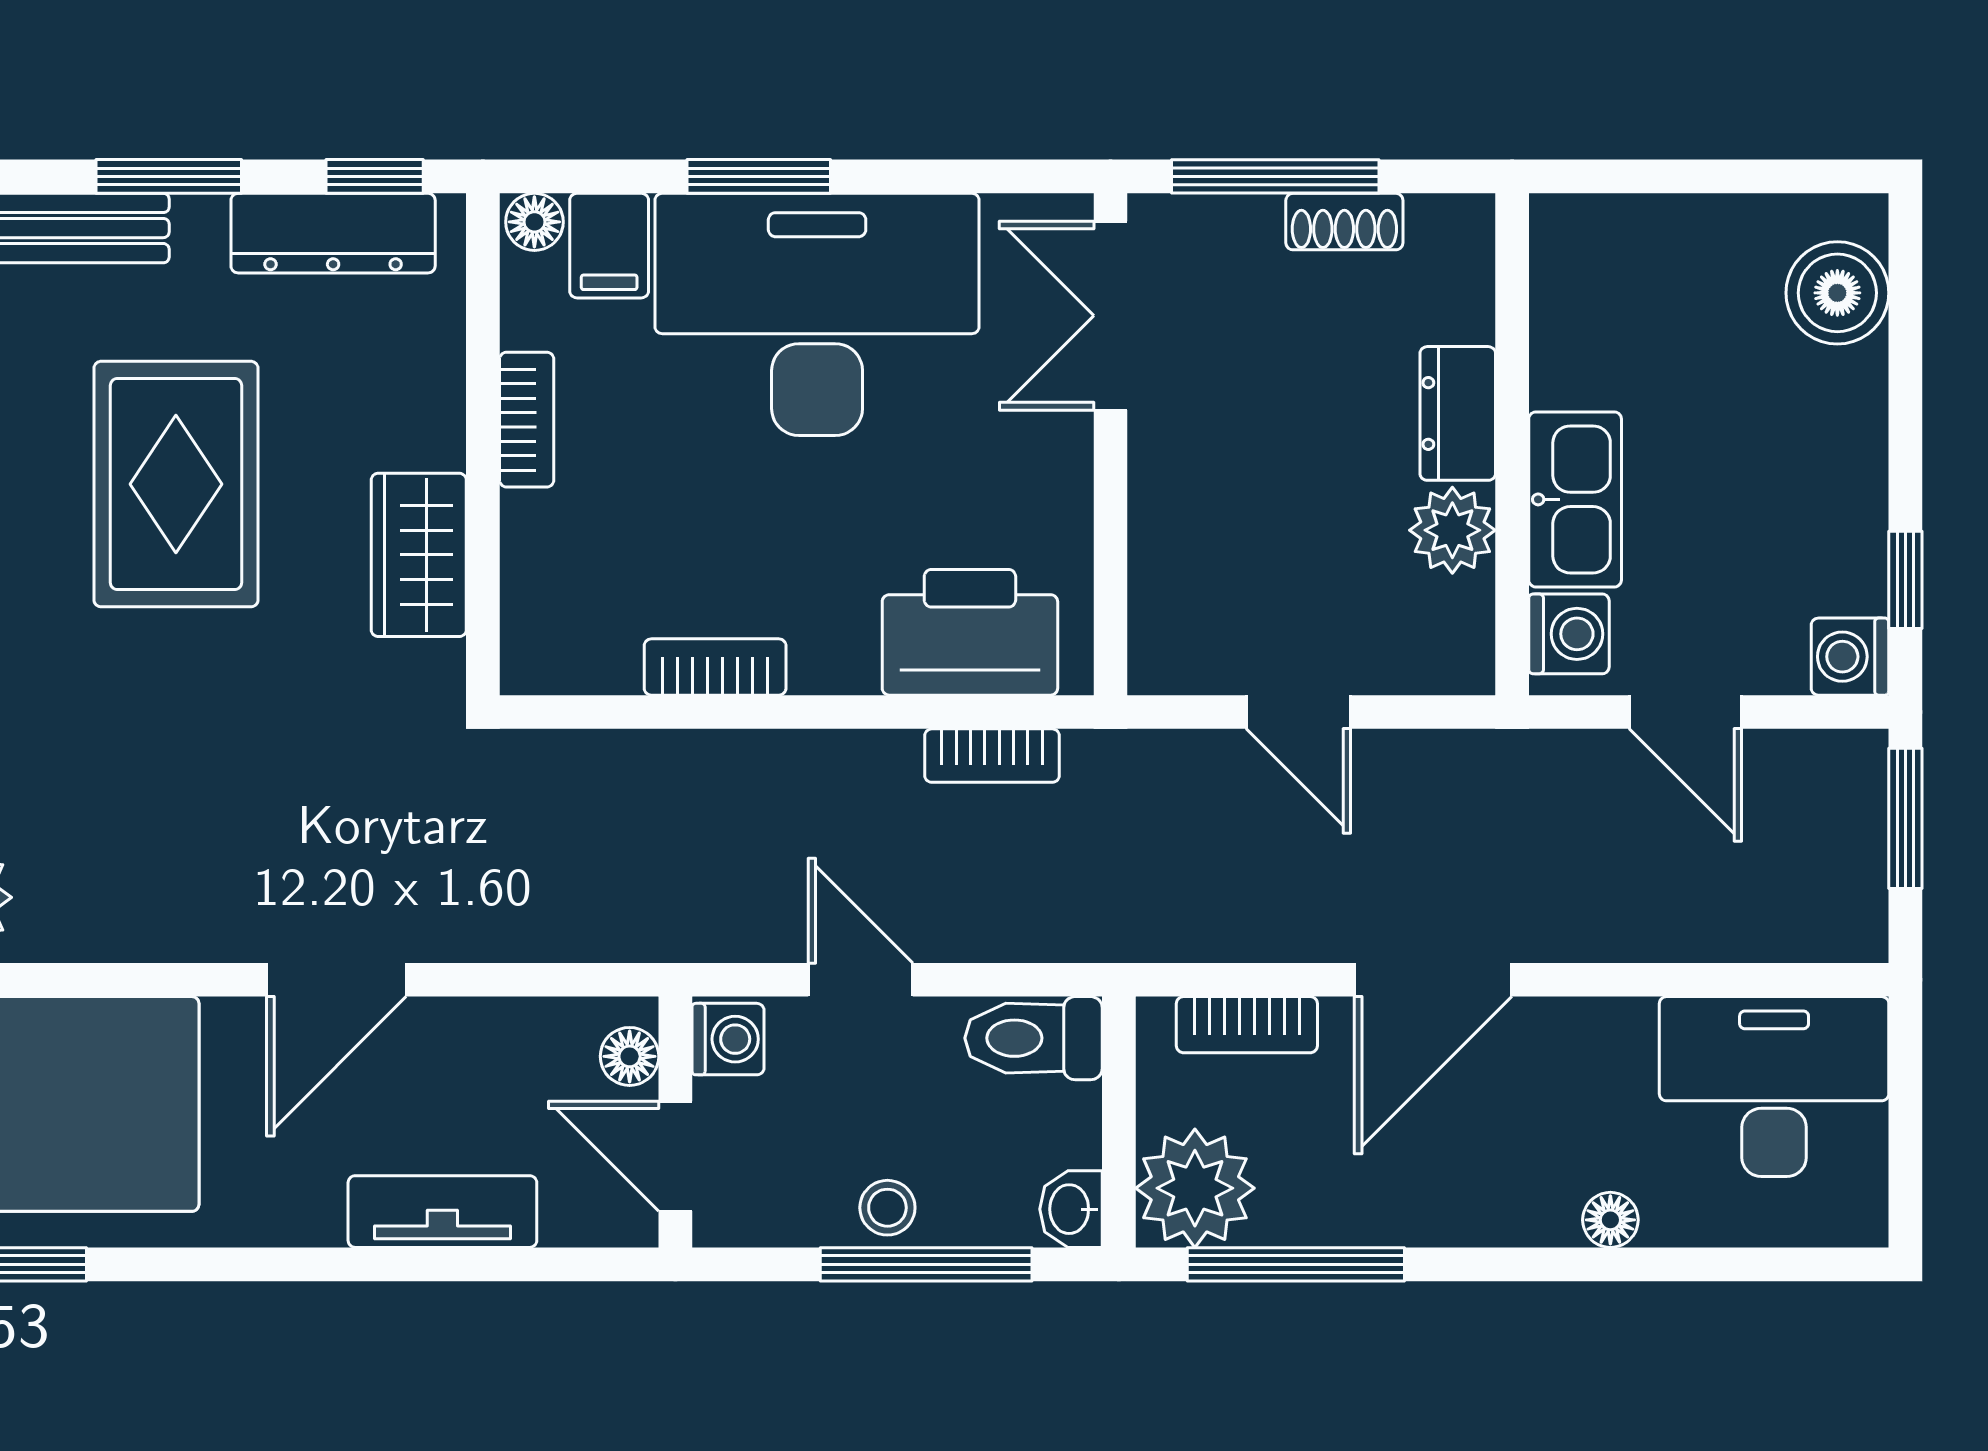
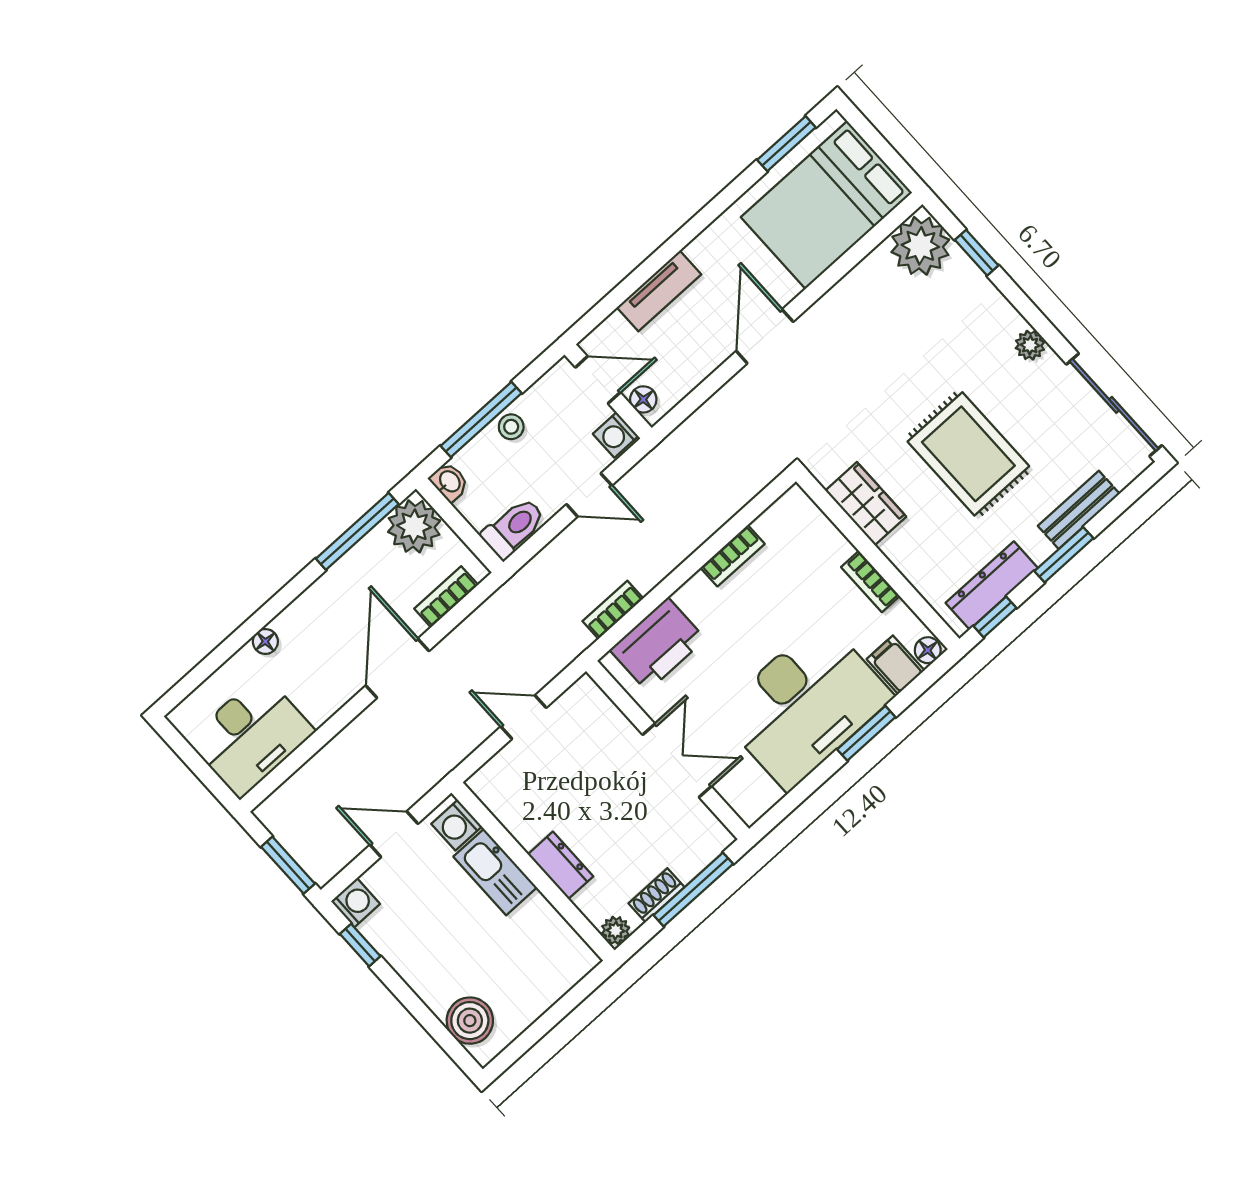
double door: (1110, 316) -> (677, 760), moved
plant: (1452, 530) -> (616, 931), moved, width x0.73, depth x0.73

